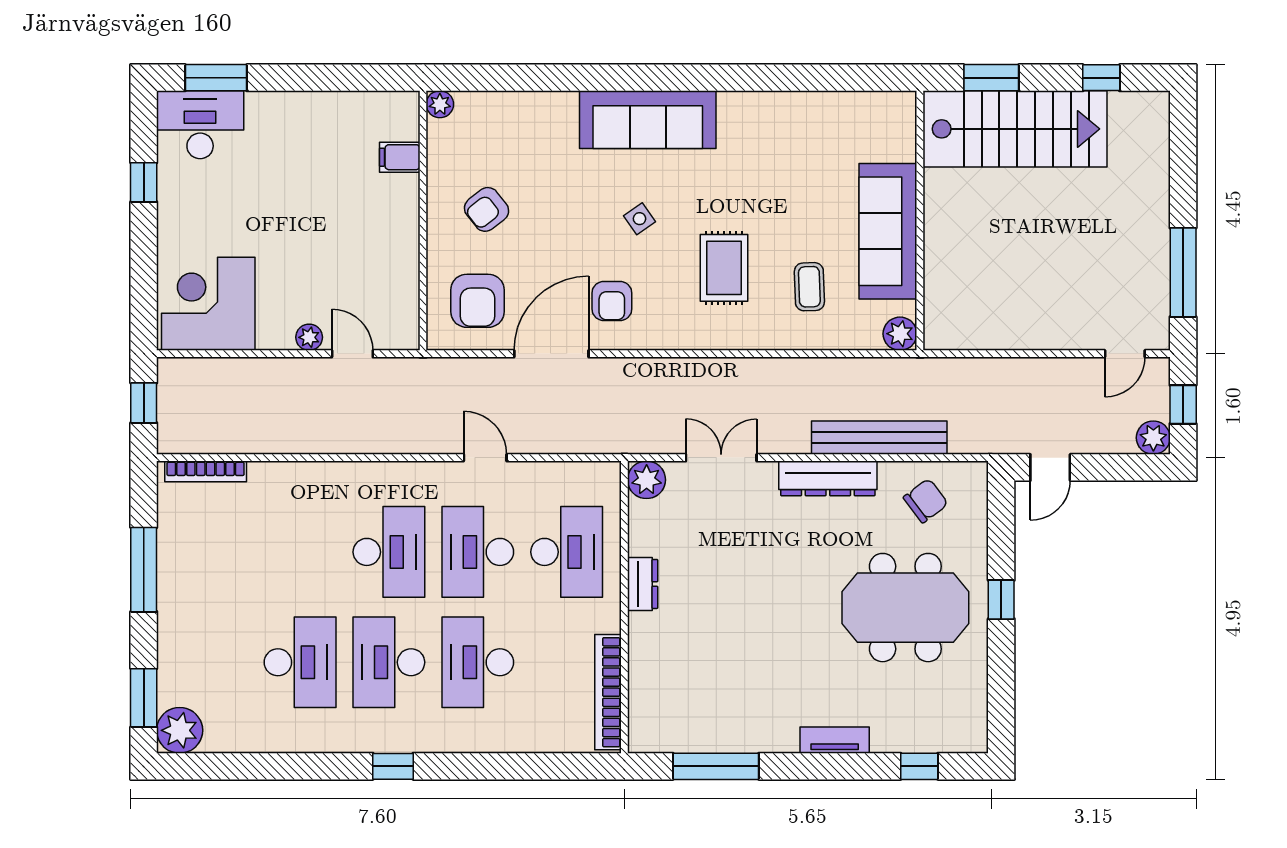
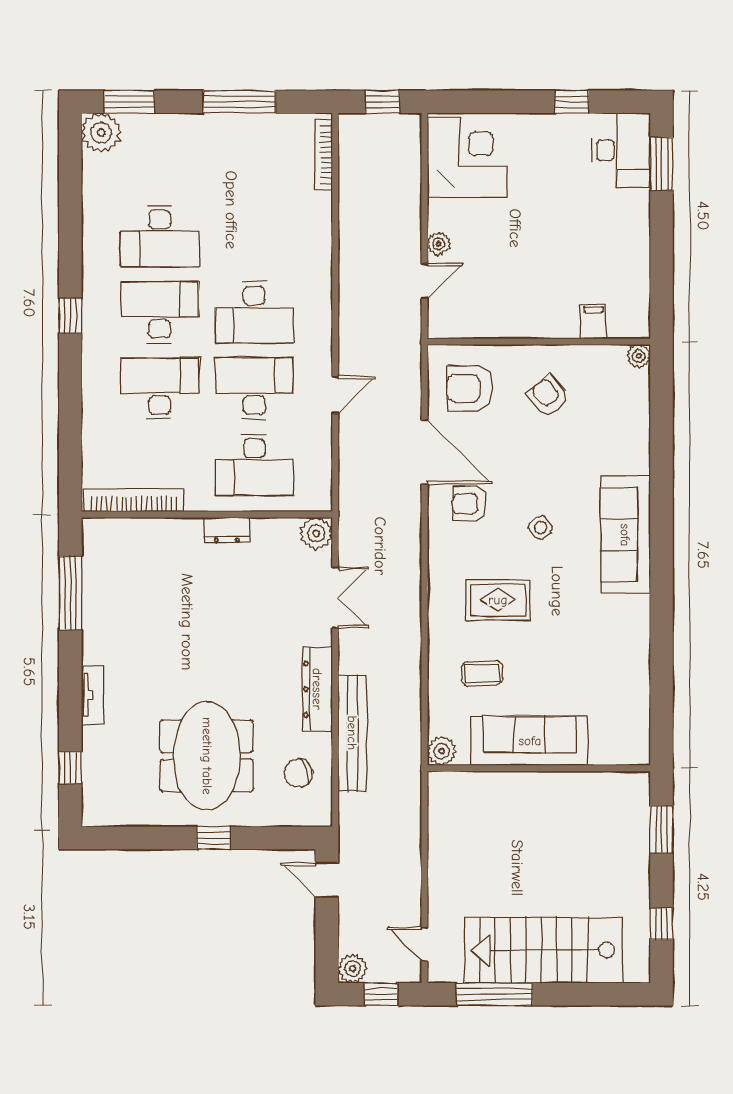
stairs: (1015, 129) -> (543, 950), moved, turned 90
chair: (926, 501) -> (298, 773), turned 107

